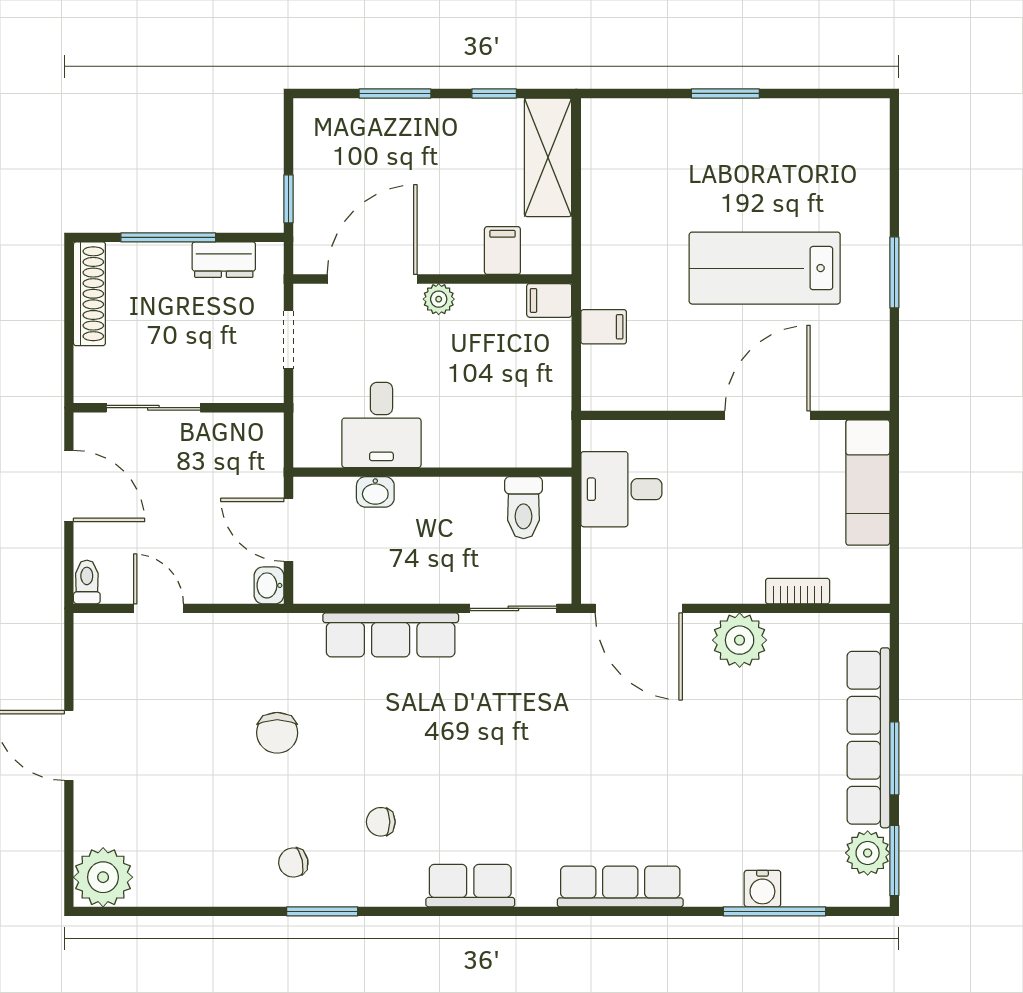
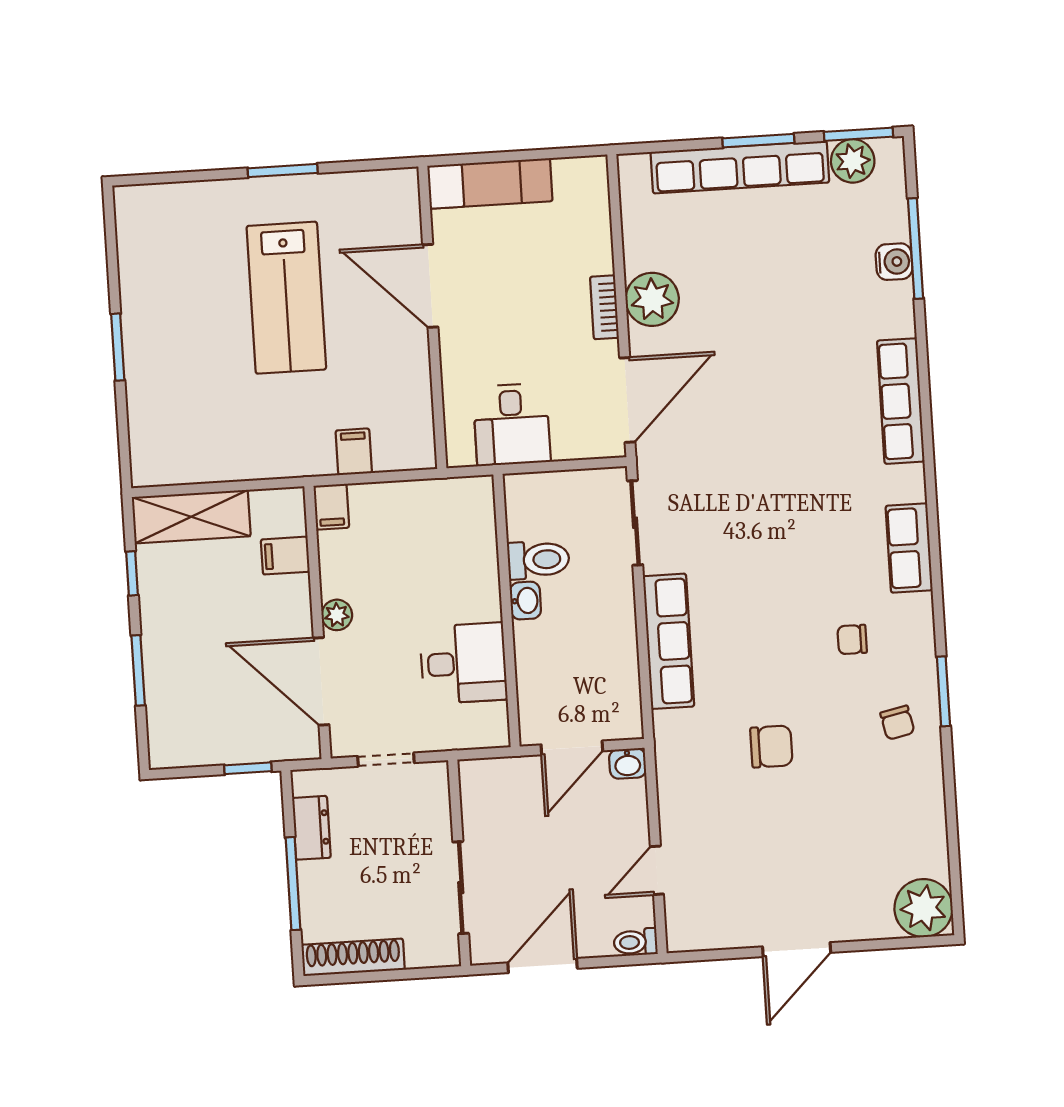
washbasin: (375, 492) -> (525, 601), moved
toilet: (524, 508) -> (538, 560), moved
bookcase: (798, 591) -> (604, 307), moved
chair: (381, 822) -> (852, 640), turned 90

